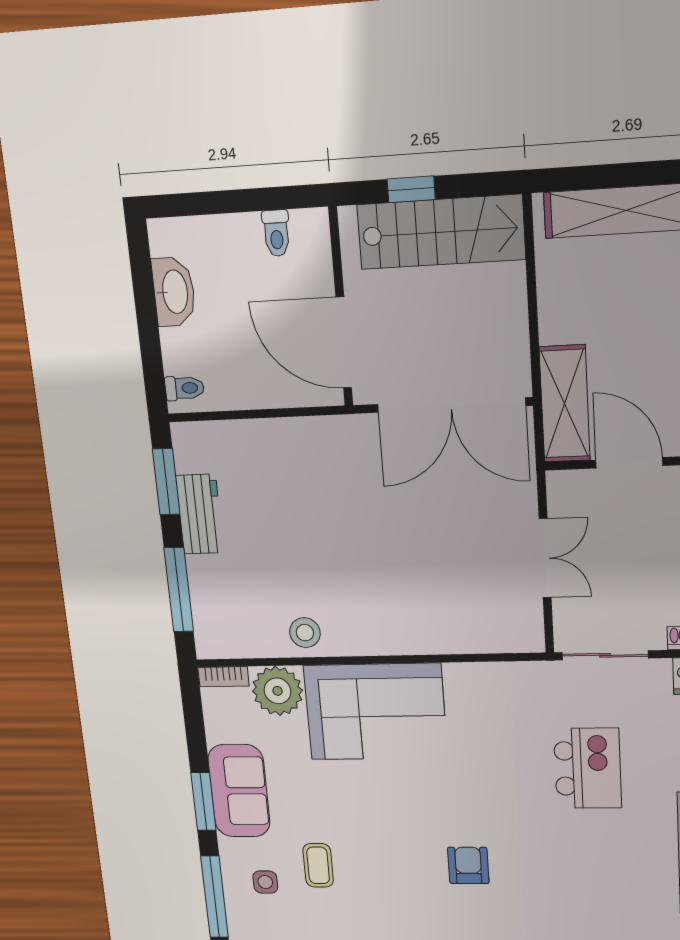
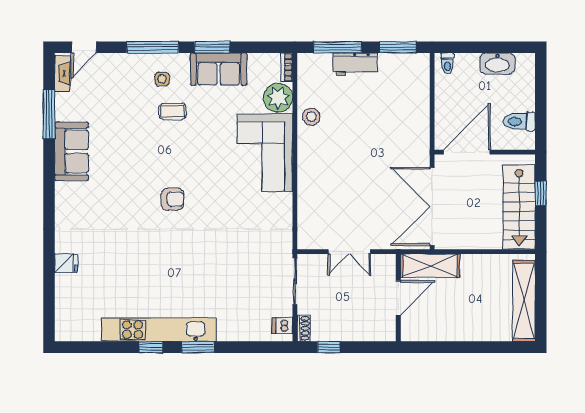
toilet: (276, 233) -> (519, 121), width x1.37, depth x1.39
workbench: (200, 514) -> (355, 64), moved
kitchen island: (588, 768) -> (230, 269), removed

